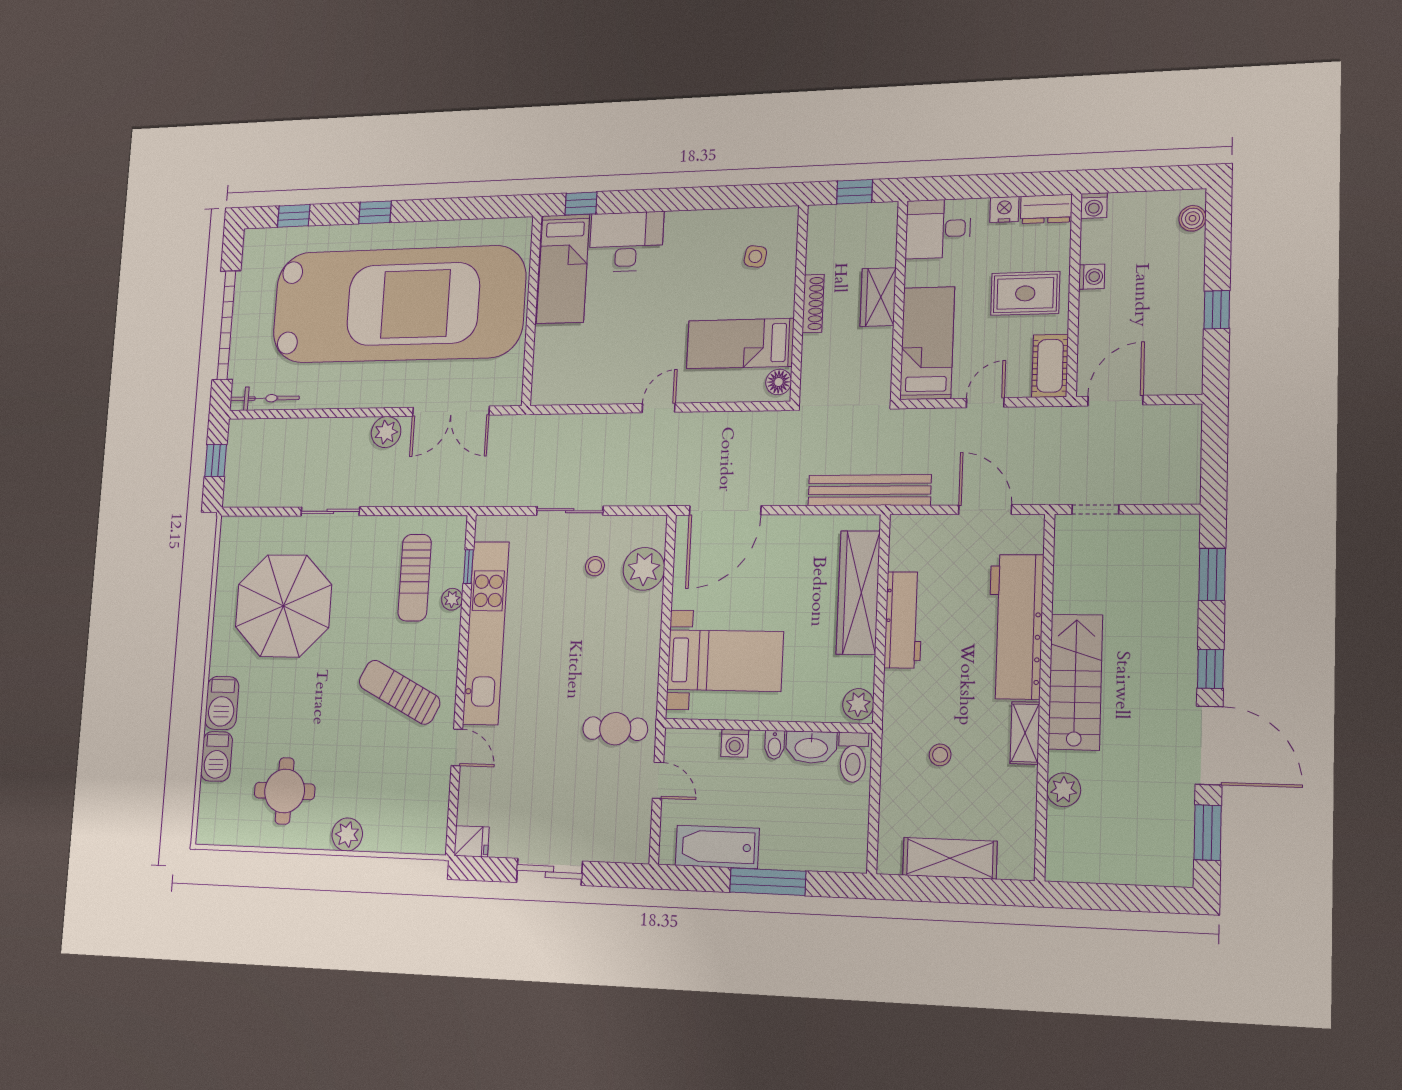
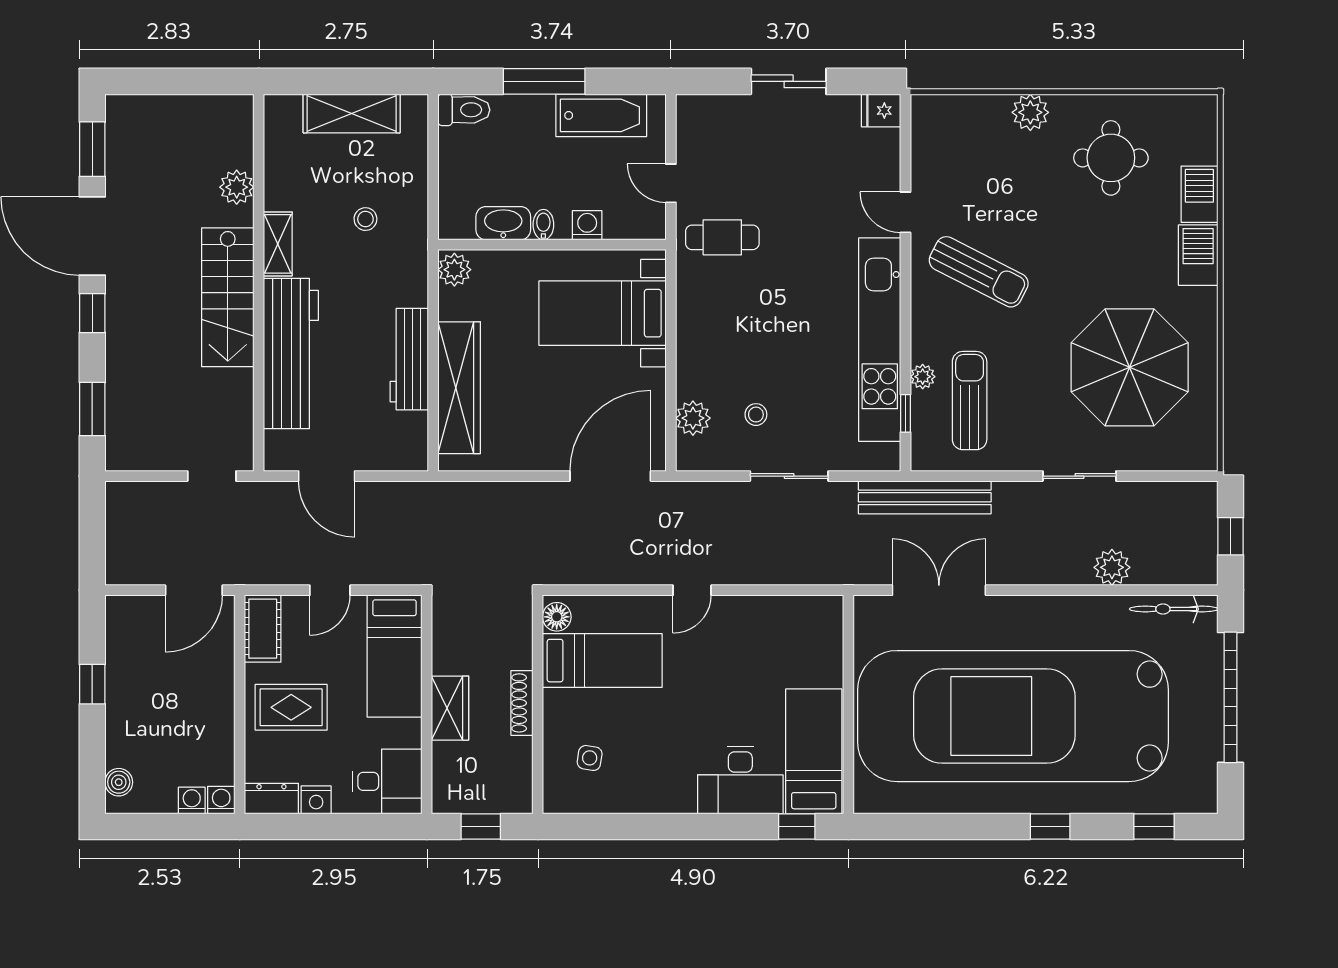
washing machine: (1092, 277) -> (192, 800), moved, turned 90
plant: (386, 432) -> (1112, 567), moved
bench: (869, 490) -> (925, 497), moved
plant: (644, 569) -> (693, 418), width x0.73, depth x0.73
toilet: (853, 757) -> (464, 110), moved, turned 90

